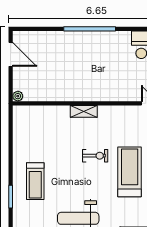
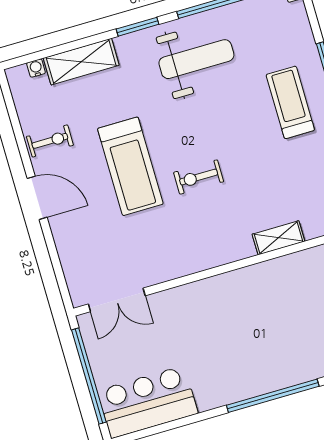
shelving: (84, 111) -> (278, 238), moved

